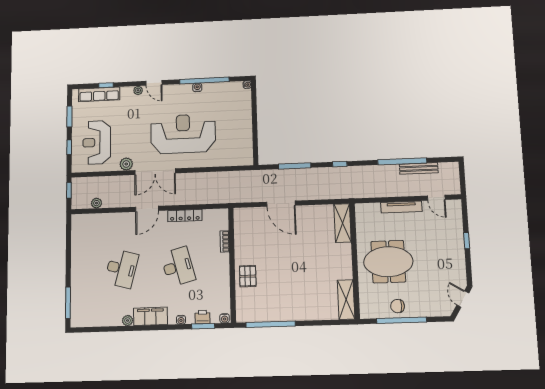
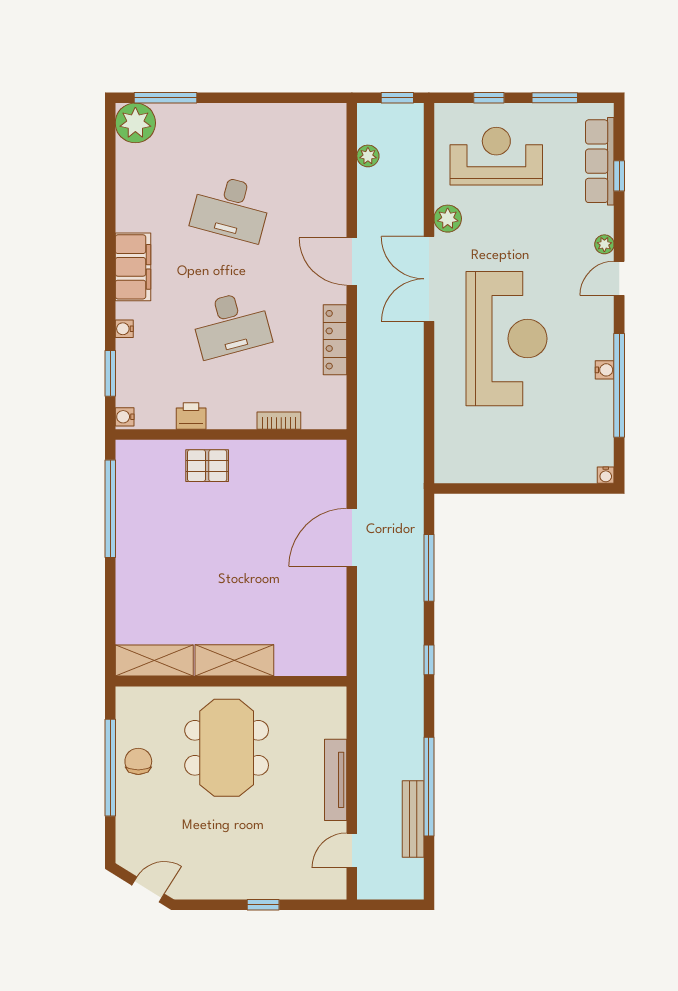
shelving: (343, 223) -> (234, 660), moved
printer: (203, 317) -> (191, 416), moved, turned -90
plant: (128, 321) -> (135, 123), moved, width x1.88, depth x1.88

